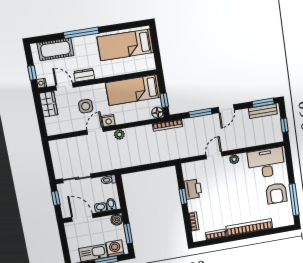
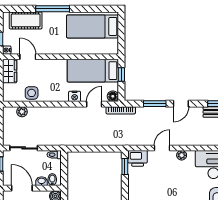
dresser: (84, 75) -> (48, 49), removed
window: (164, 100) -> (121, 74), moved
side table: (86, 106) -> (32, 93), moved
nightstand: (108, 121) -> (75, 96), moved
door: (95, 131) -> (94, 104), moved
plant: (119, 135) -> (22, 112), moved
printer: (193, 189) -> (138, 158), moved, turned 90
window: (183, 196) -> (125, 166), moved

